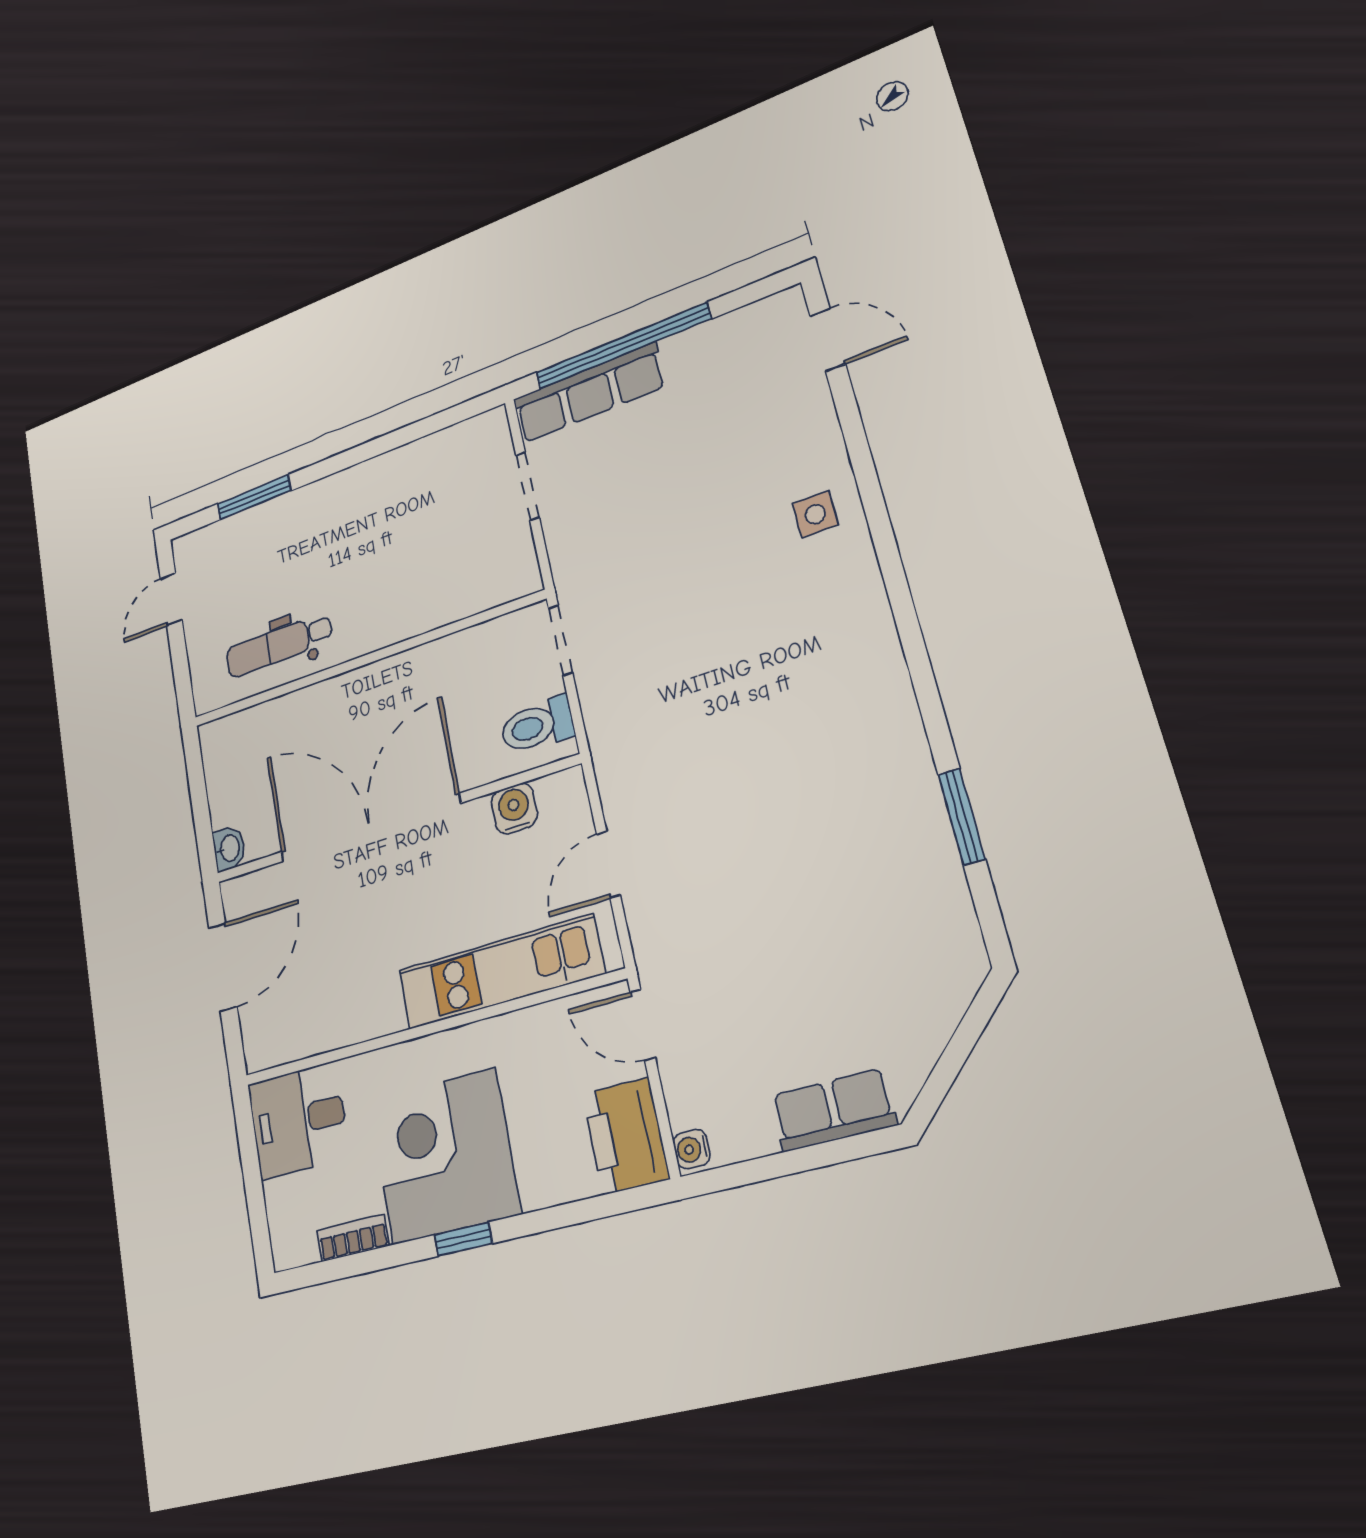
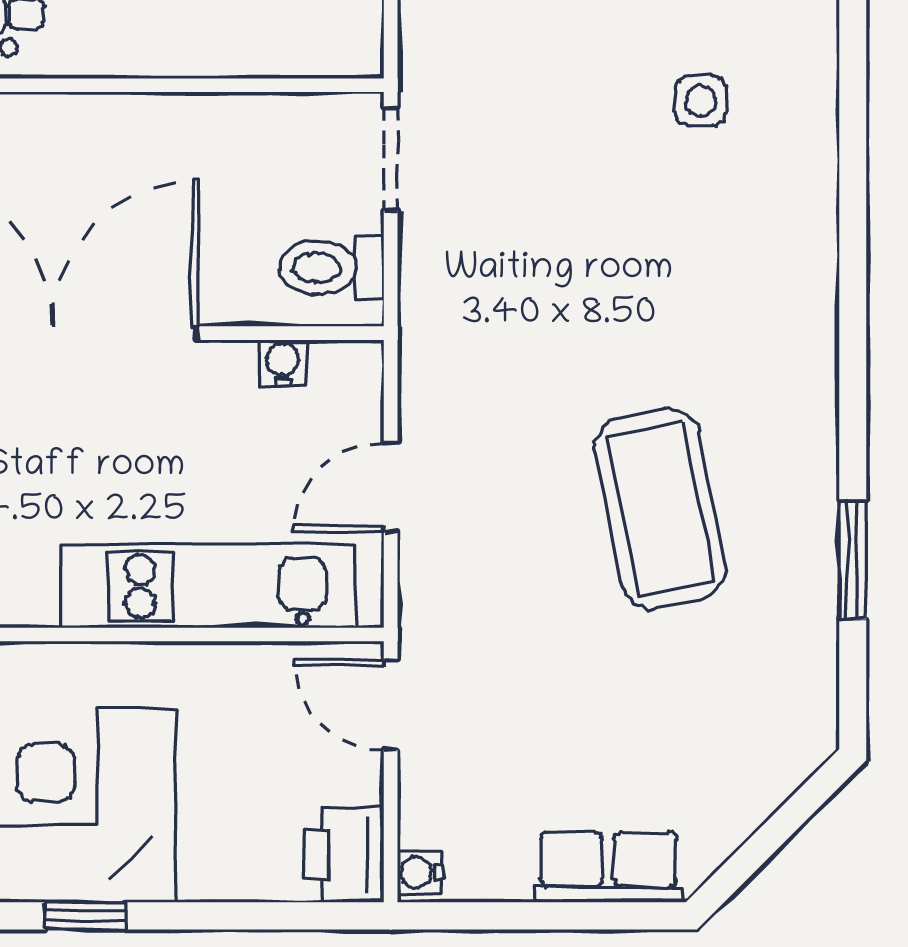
side table: (815, 514) -> (700, 101), moved
water cooler: (514, 809) -> (283, 363), width x0.72, depth x0.72
coffee table: (804, 822) -> (660, 508), added
printer: (626, 1136) -> (344, 855), width x0.73, depth x0.84

